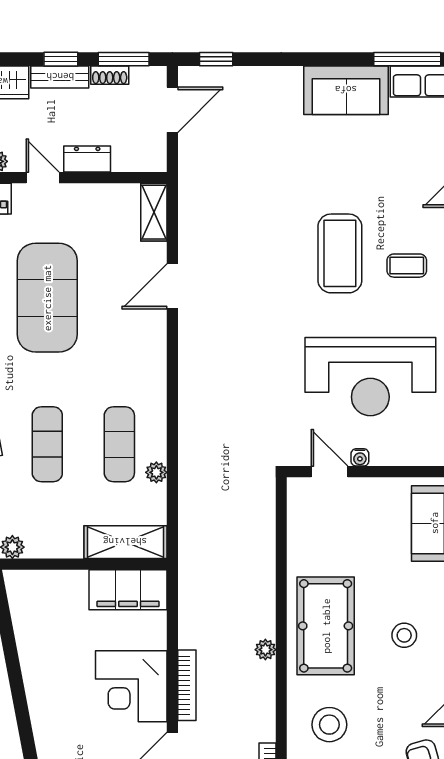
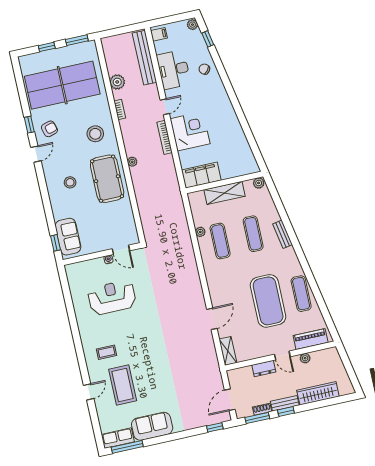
coffee table: (340, 253) -> (123, 385), moved
reception desk: (370, 377) -> (112, 298), width x0.74, depth x0.77
shelving: (125, 542) -> (224, 193), moved

